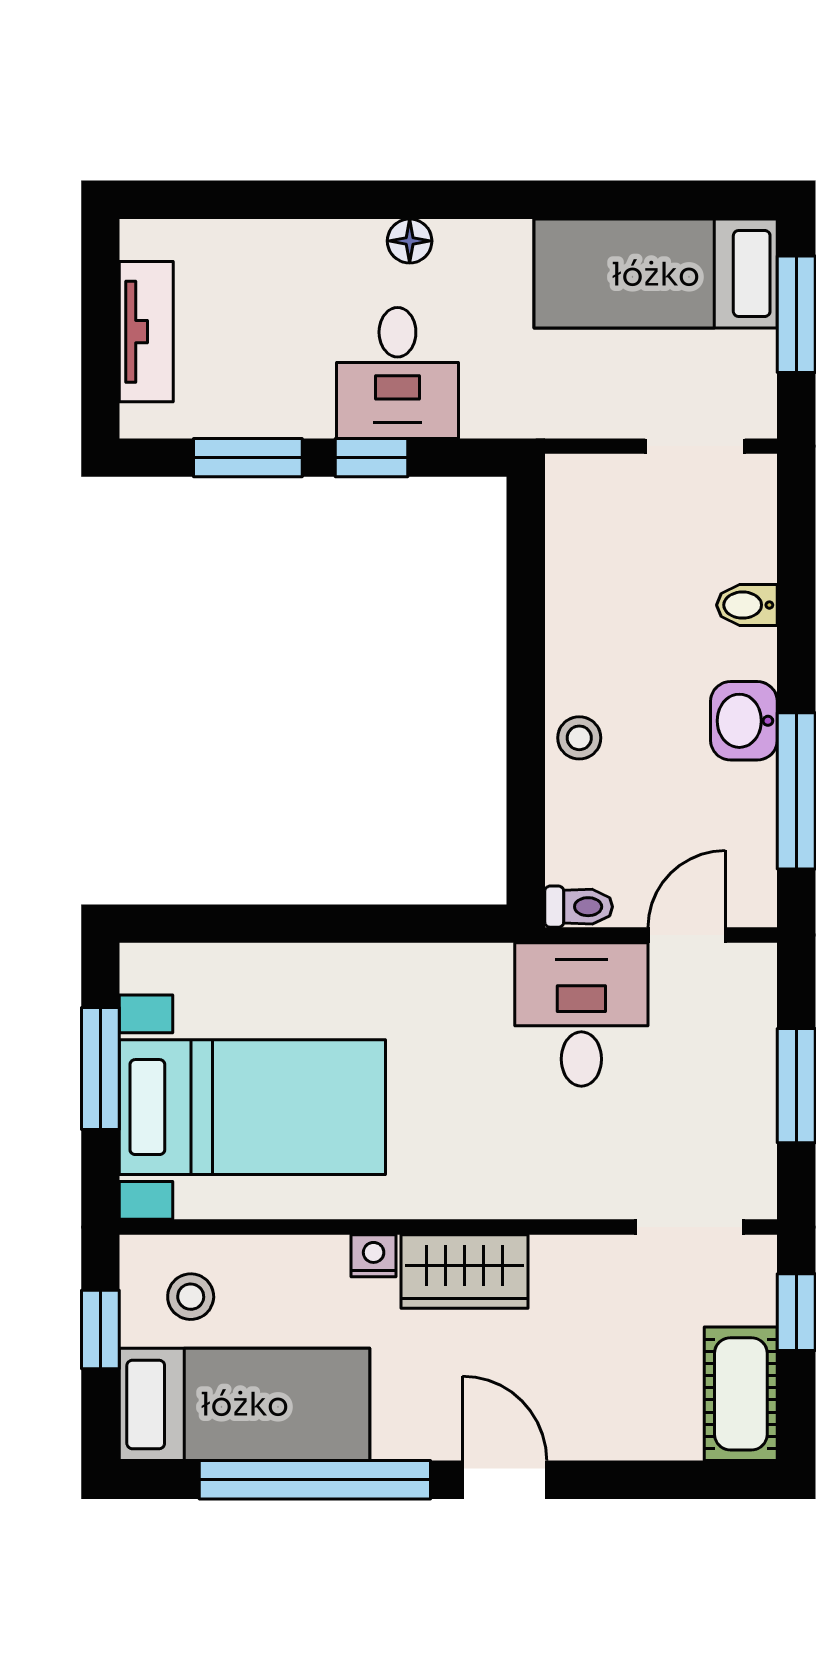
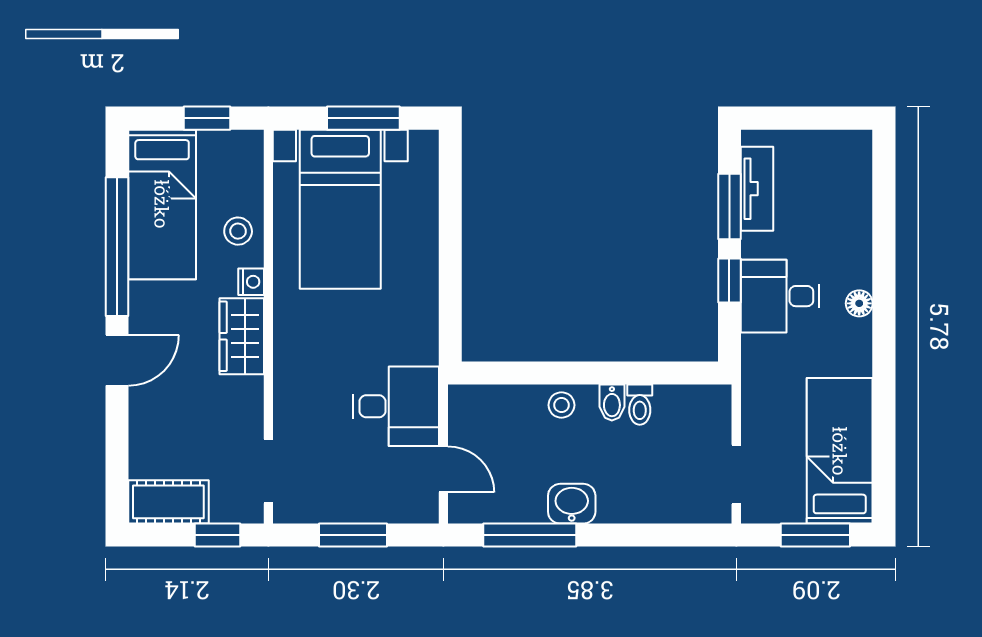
tv unit: (146, 332) -> (757, 189), moved, turned -90
bidet: (747, 605) -> (612, 403), moved, turned 180
toilet: (579, 907) -> (640, 405), moved
stool: (191, 1297) -> (238, 231), moved

